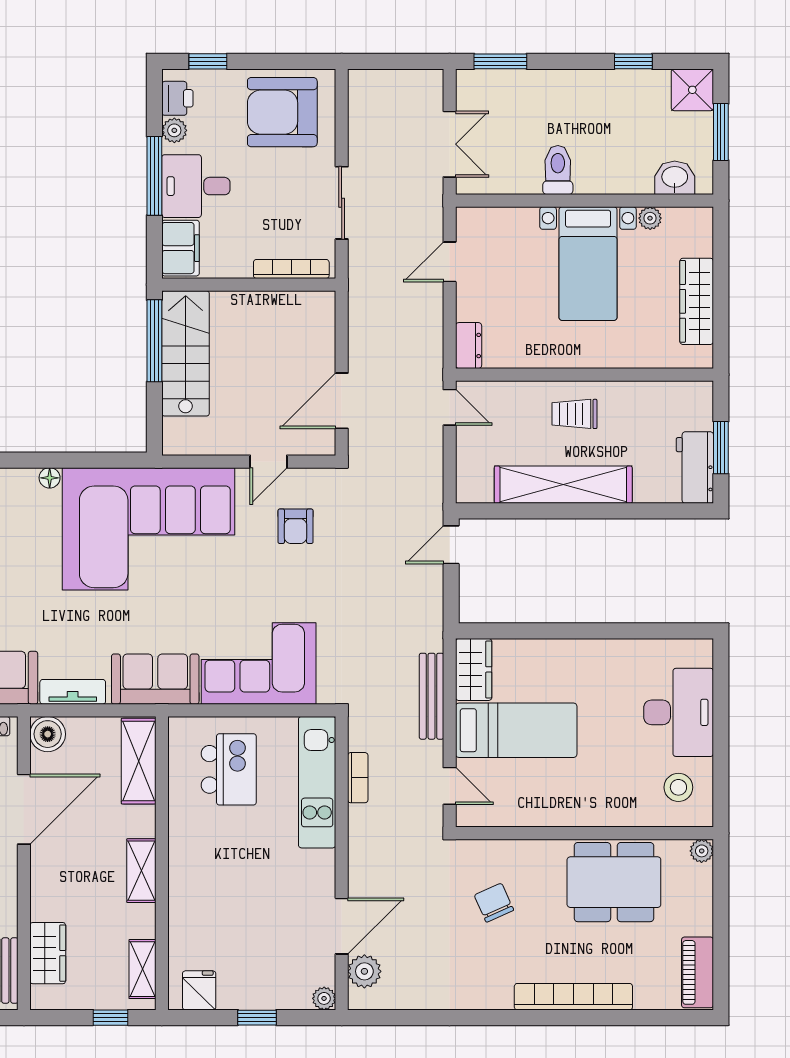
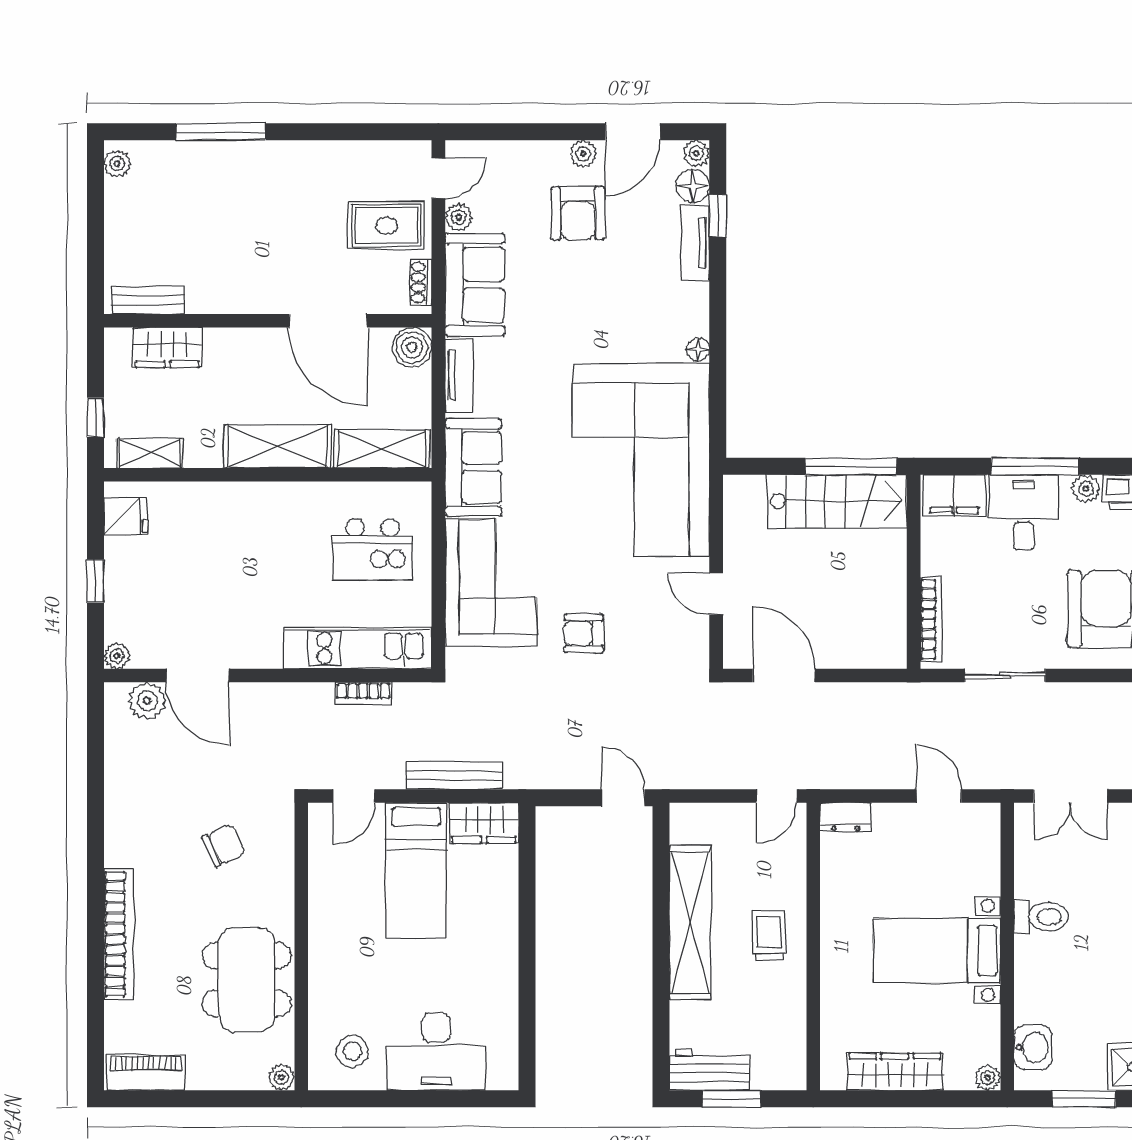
plant: (650, 218) -> (988, 1078), moved
armchair: (296, 526) -> (584, 633), moved
shelving: (141, 871) -> (277, 447), width x1.50, depth x1.33

